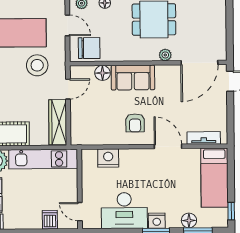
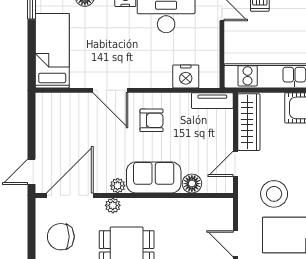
chair: (89, 48) -> (61, 237), moved
plant: (162, 71) -> (118, 186), added
armchair: (135, 123) -> (152, 120), turned 90
tv unit: (204, 138) -> (212, 101), moved

